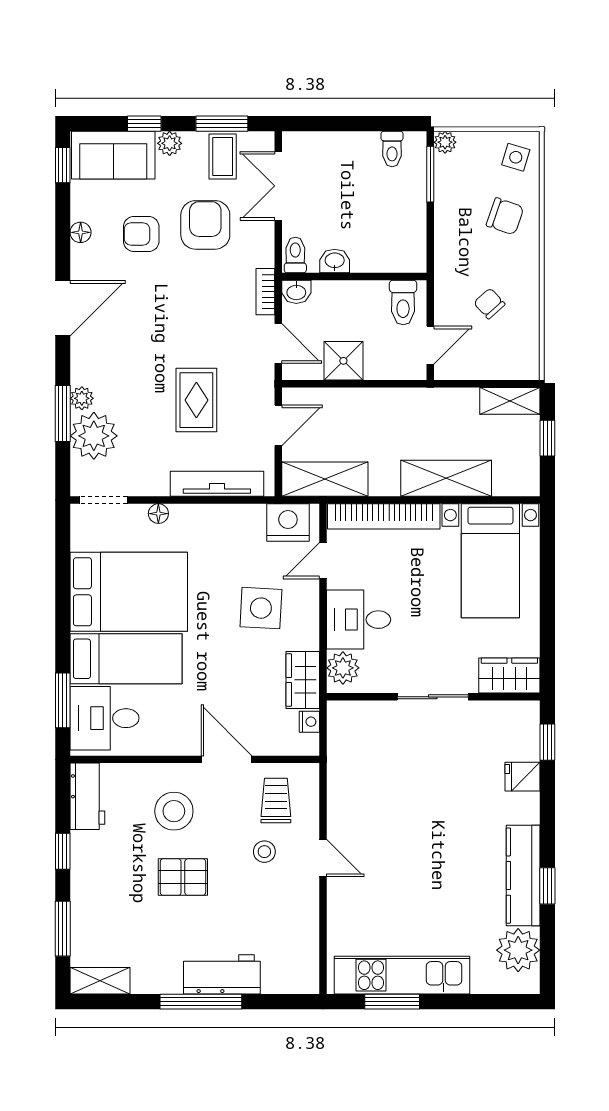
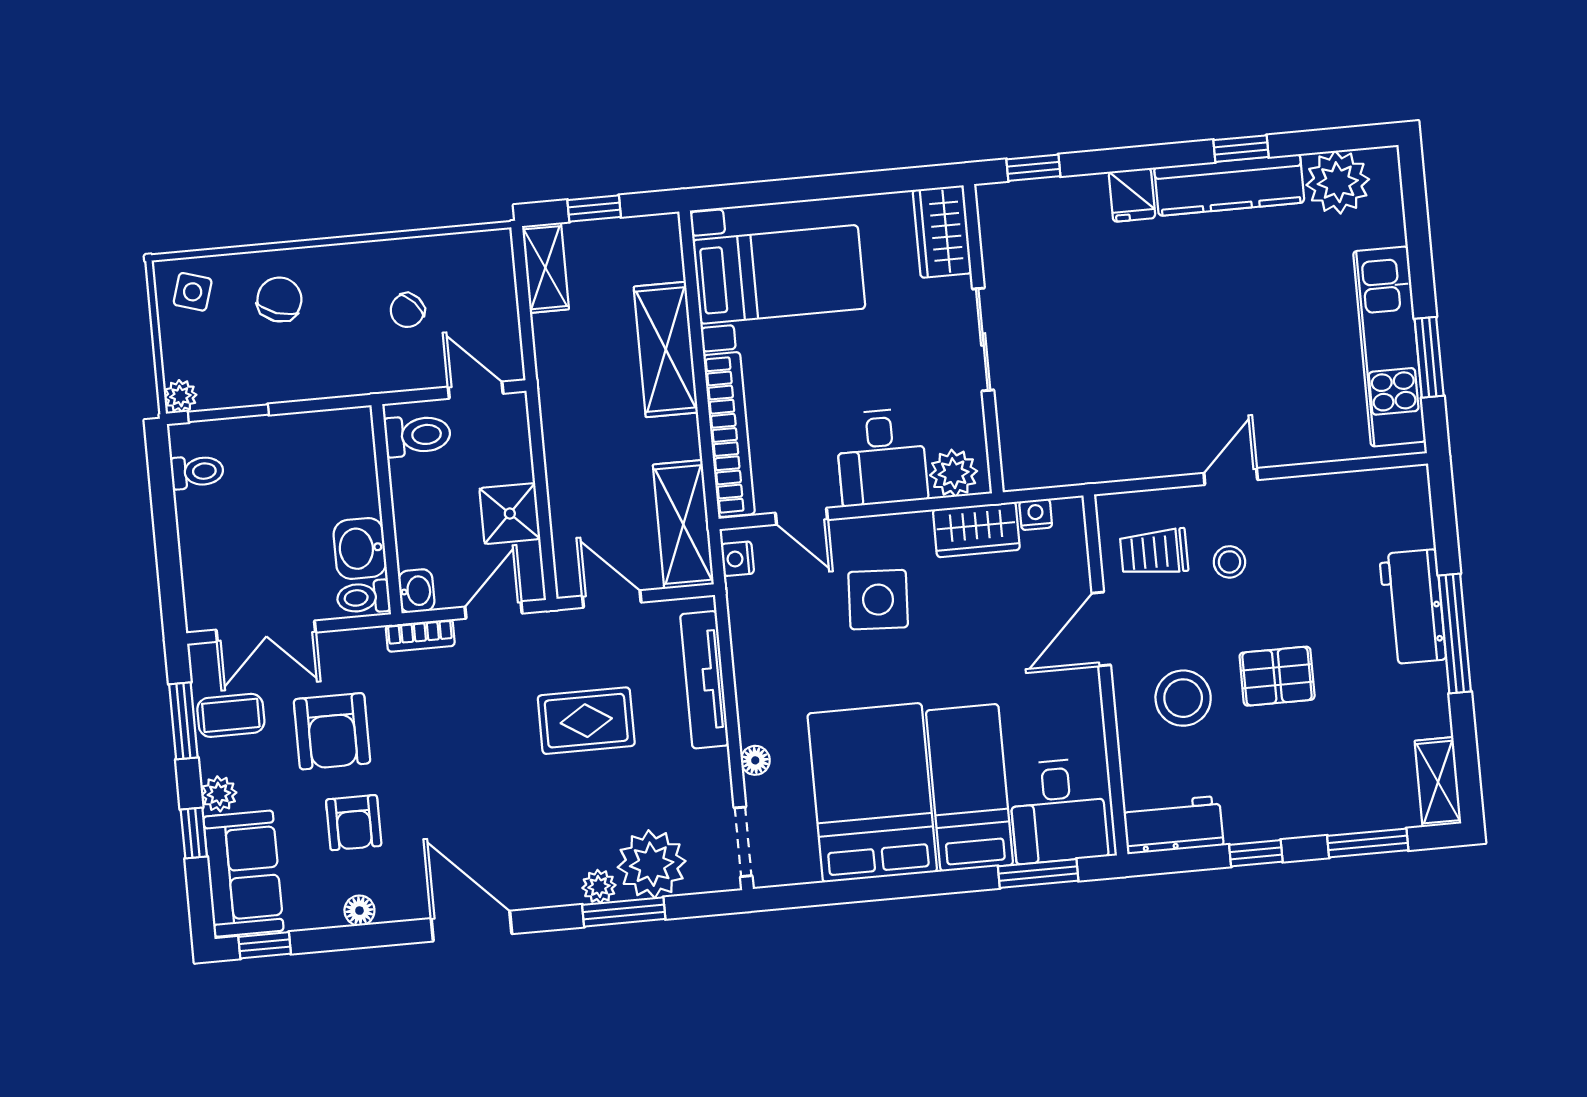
armchair: (205, 225) -> (332, 731), turned -90
washbasin: (335, 261) -> (360, 548), width x1.38, depth x1.45
nightstand: (288, 523) -> (737, 559), width x0.53, depth x0.56
fridge: (523, 777) -> (1132, 195), moved
pallet: (183, 877) -> (1277, 676), turned 90

